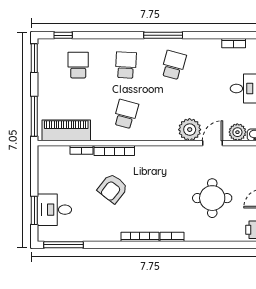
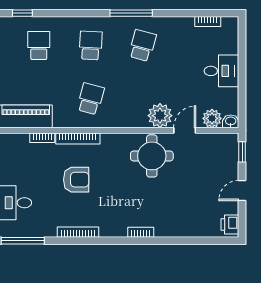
armchair: (113, 188) -> (76, 180), turned -128
round table: (212, 198) -> (152, 156), moved
bookcase: (140, 237) -> (78, 232), moved

